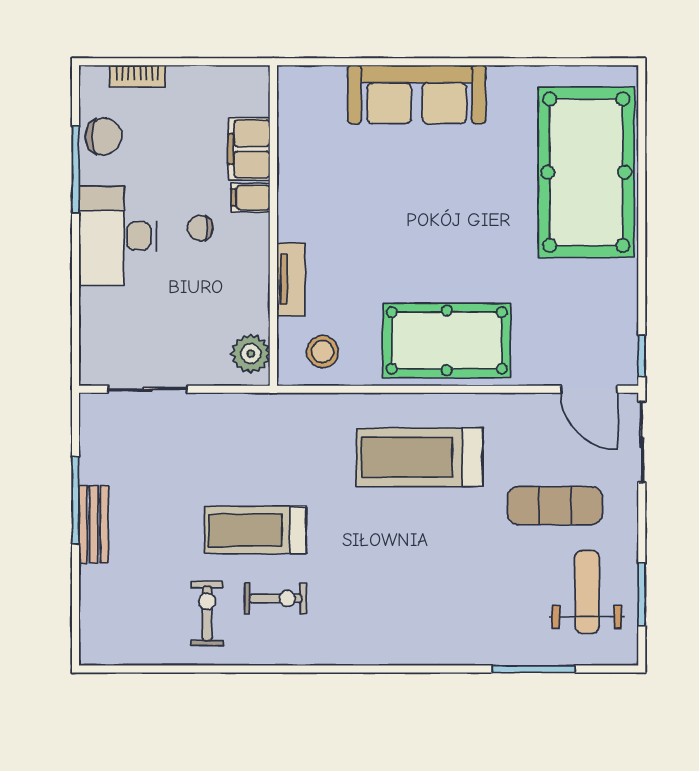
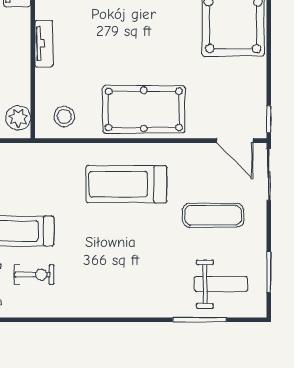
filing cabinet: (251, 198) -> (18, 18), removed
tv unit: (291, 279) -> (44, 44), moved
weight bench: (587, 592) -> (221, 284), moved, turned 90

